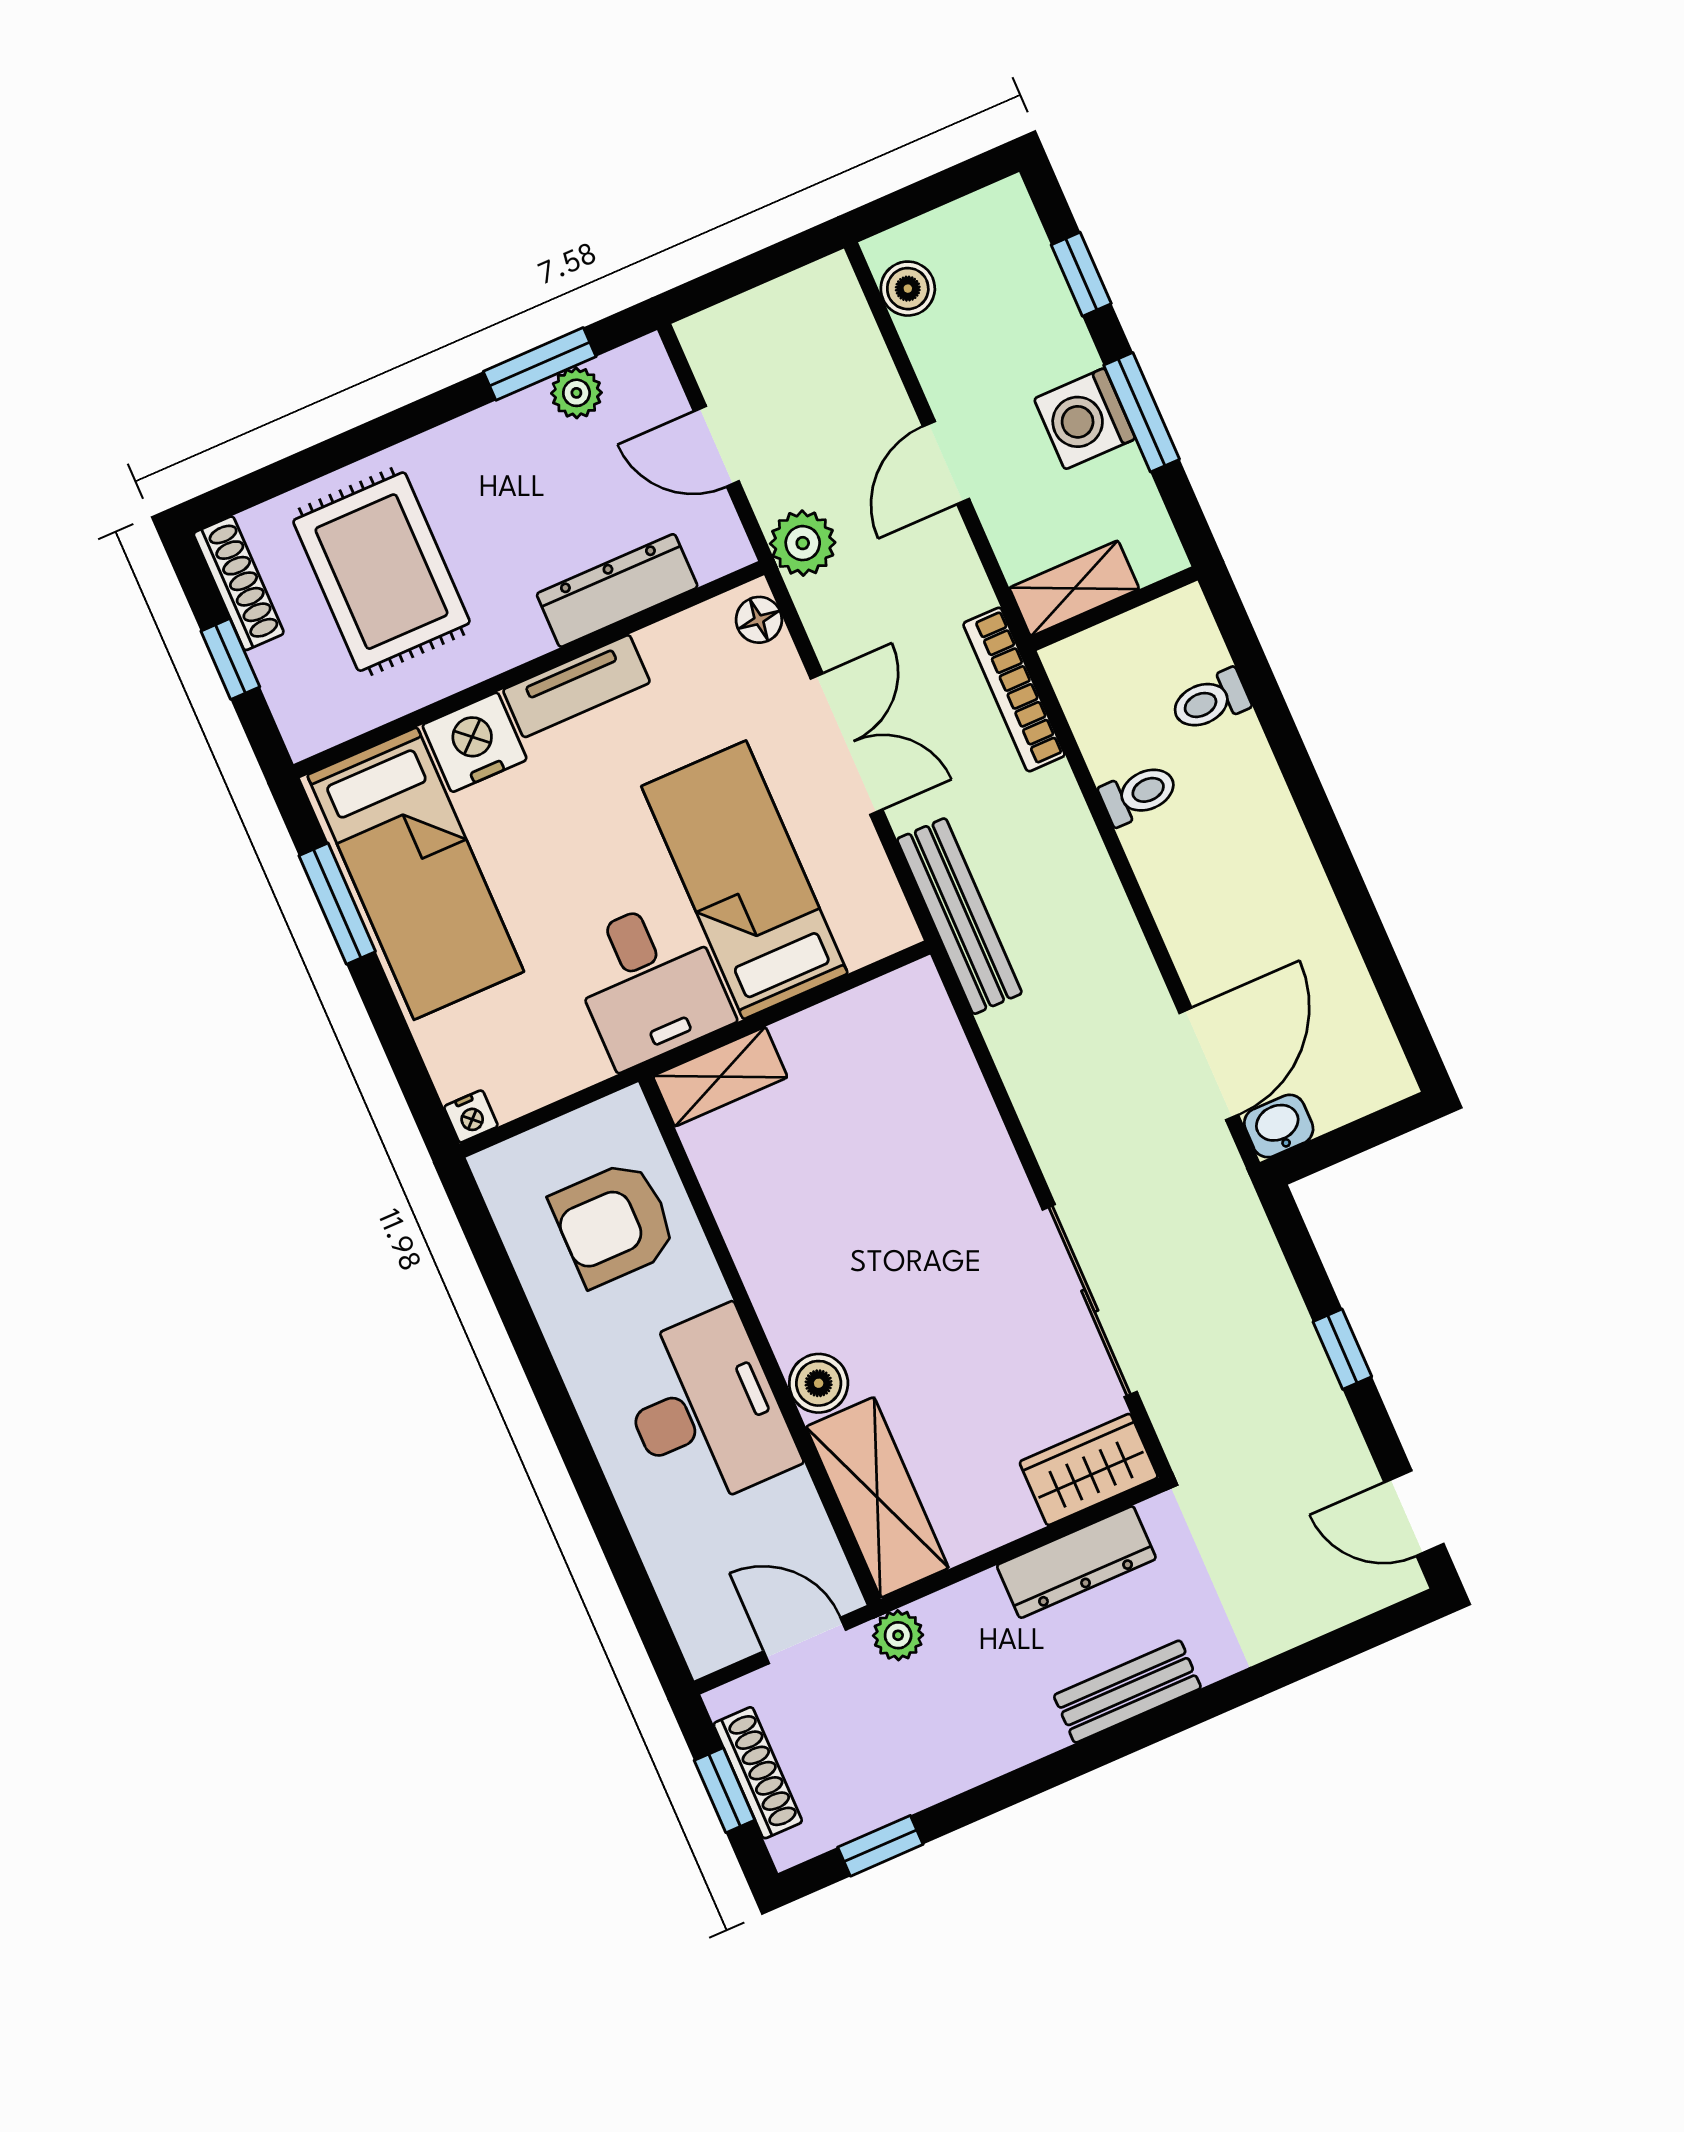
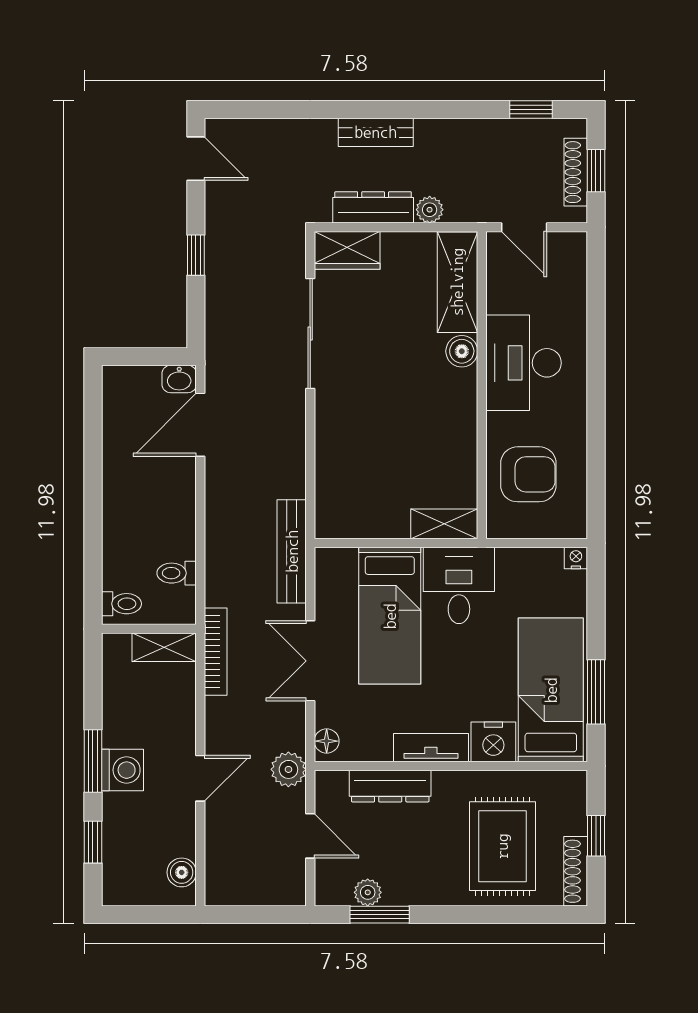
shelving: (1074, 588) -> (164, 647), moved
wall: (1114, 609) -> (149, 629), moved
plant: (898, 1635) -> (430, 210), moved

